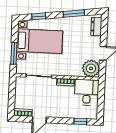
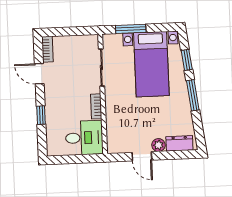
window: (74, 13) -> (193, 95), moved
plant: (91, 68) -> (158, 145), moved, width x0.53, depth x0.53
window: (80, 121) -> (41, 115), moved

